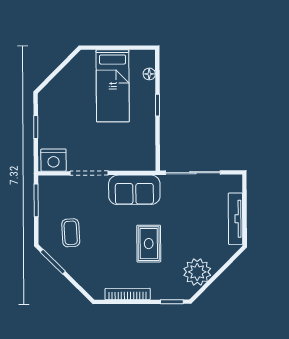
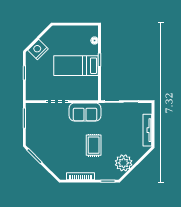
bed: (113, 86) -> (76, 66), moved, turned 90
nightstand: (53, 160) -> (38, 49), moved, turned 135
coffee table: (71, 233) -> (46, 138), removed

